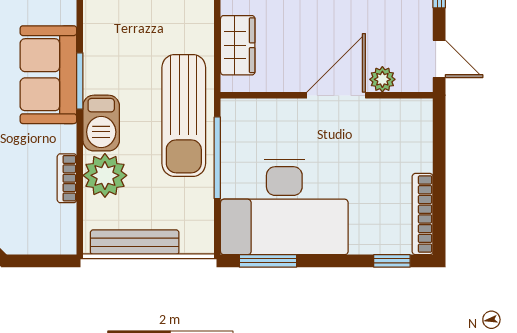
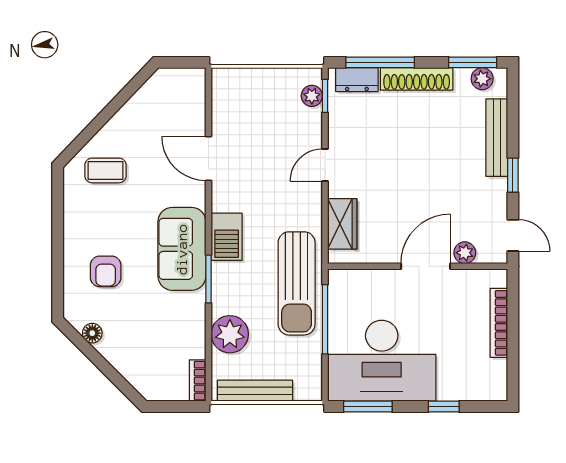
window: (80, 81) -> (209, 279), moved
barbecue: (101, 123) -> (227, 237), moved
bookcase: (67, 178) -> (198, 381), moved
bookcase: (423, 214) -> (499, 323), moved
window: (392, 261) -> (444, 407), moved

